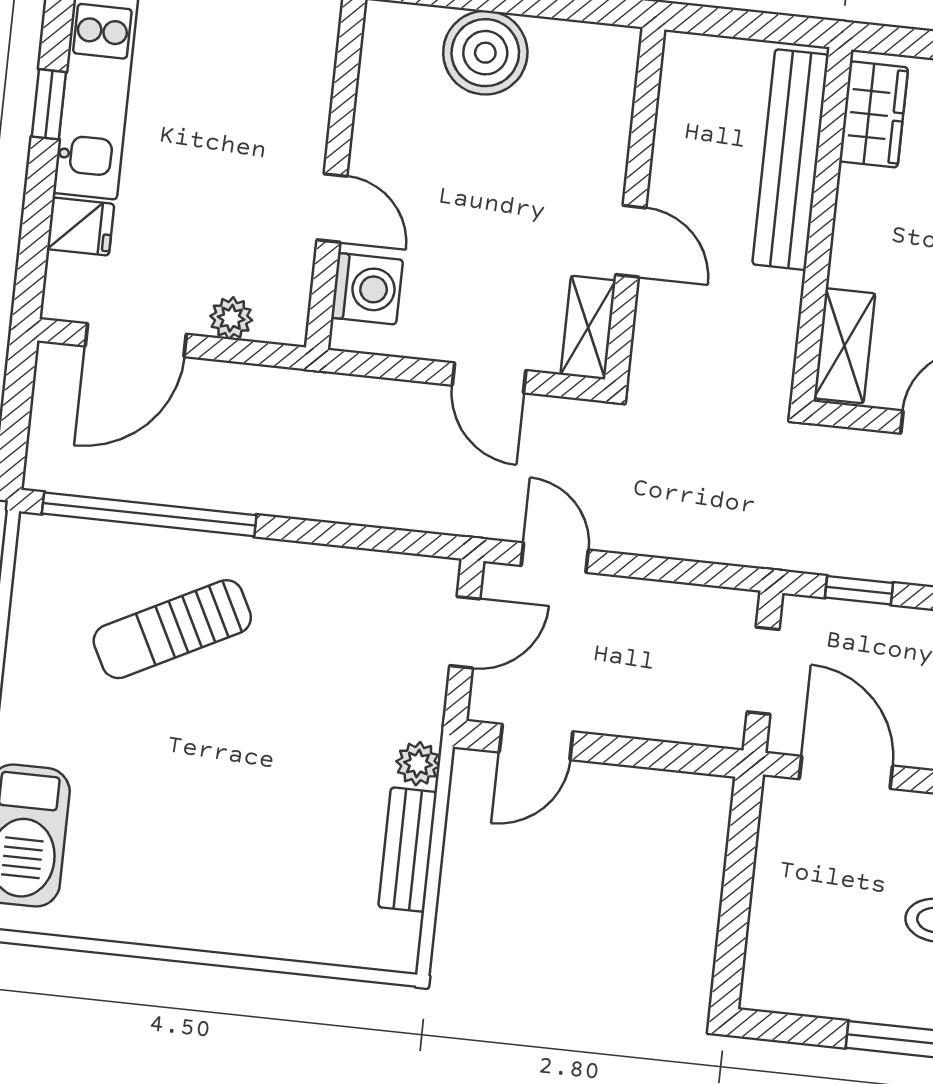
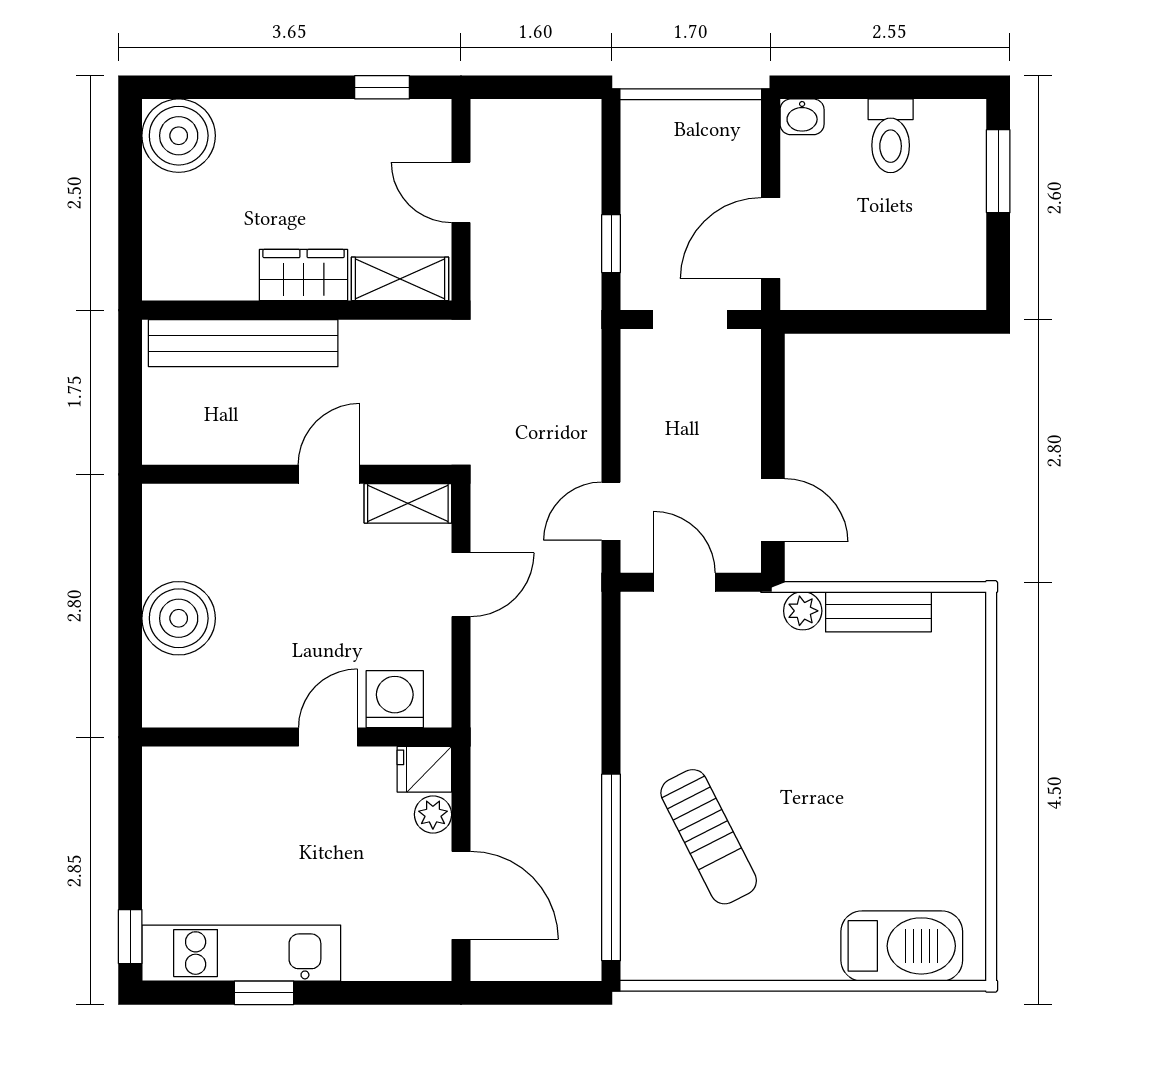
wardrobe: (874, 114) -> (304, 275), moved
fridge: (81, 227) -> (424, 769), moved, turned -90

